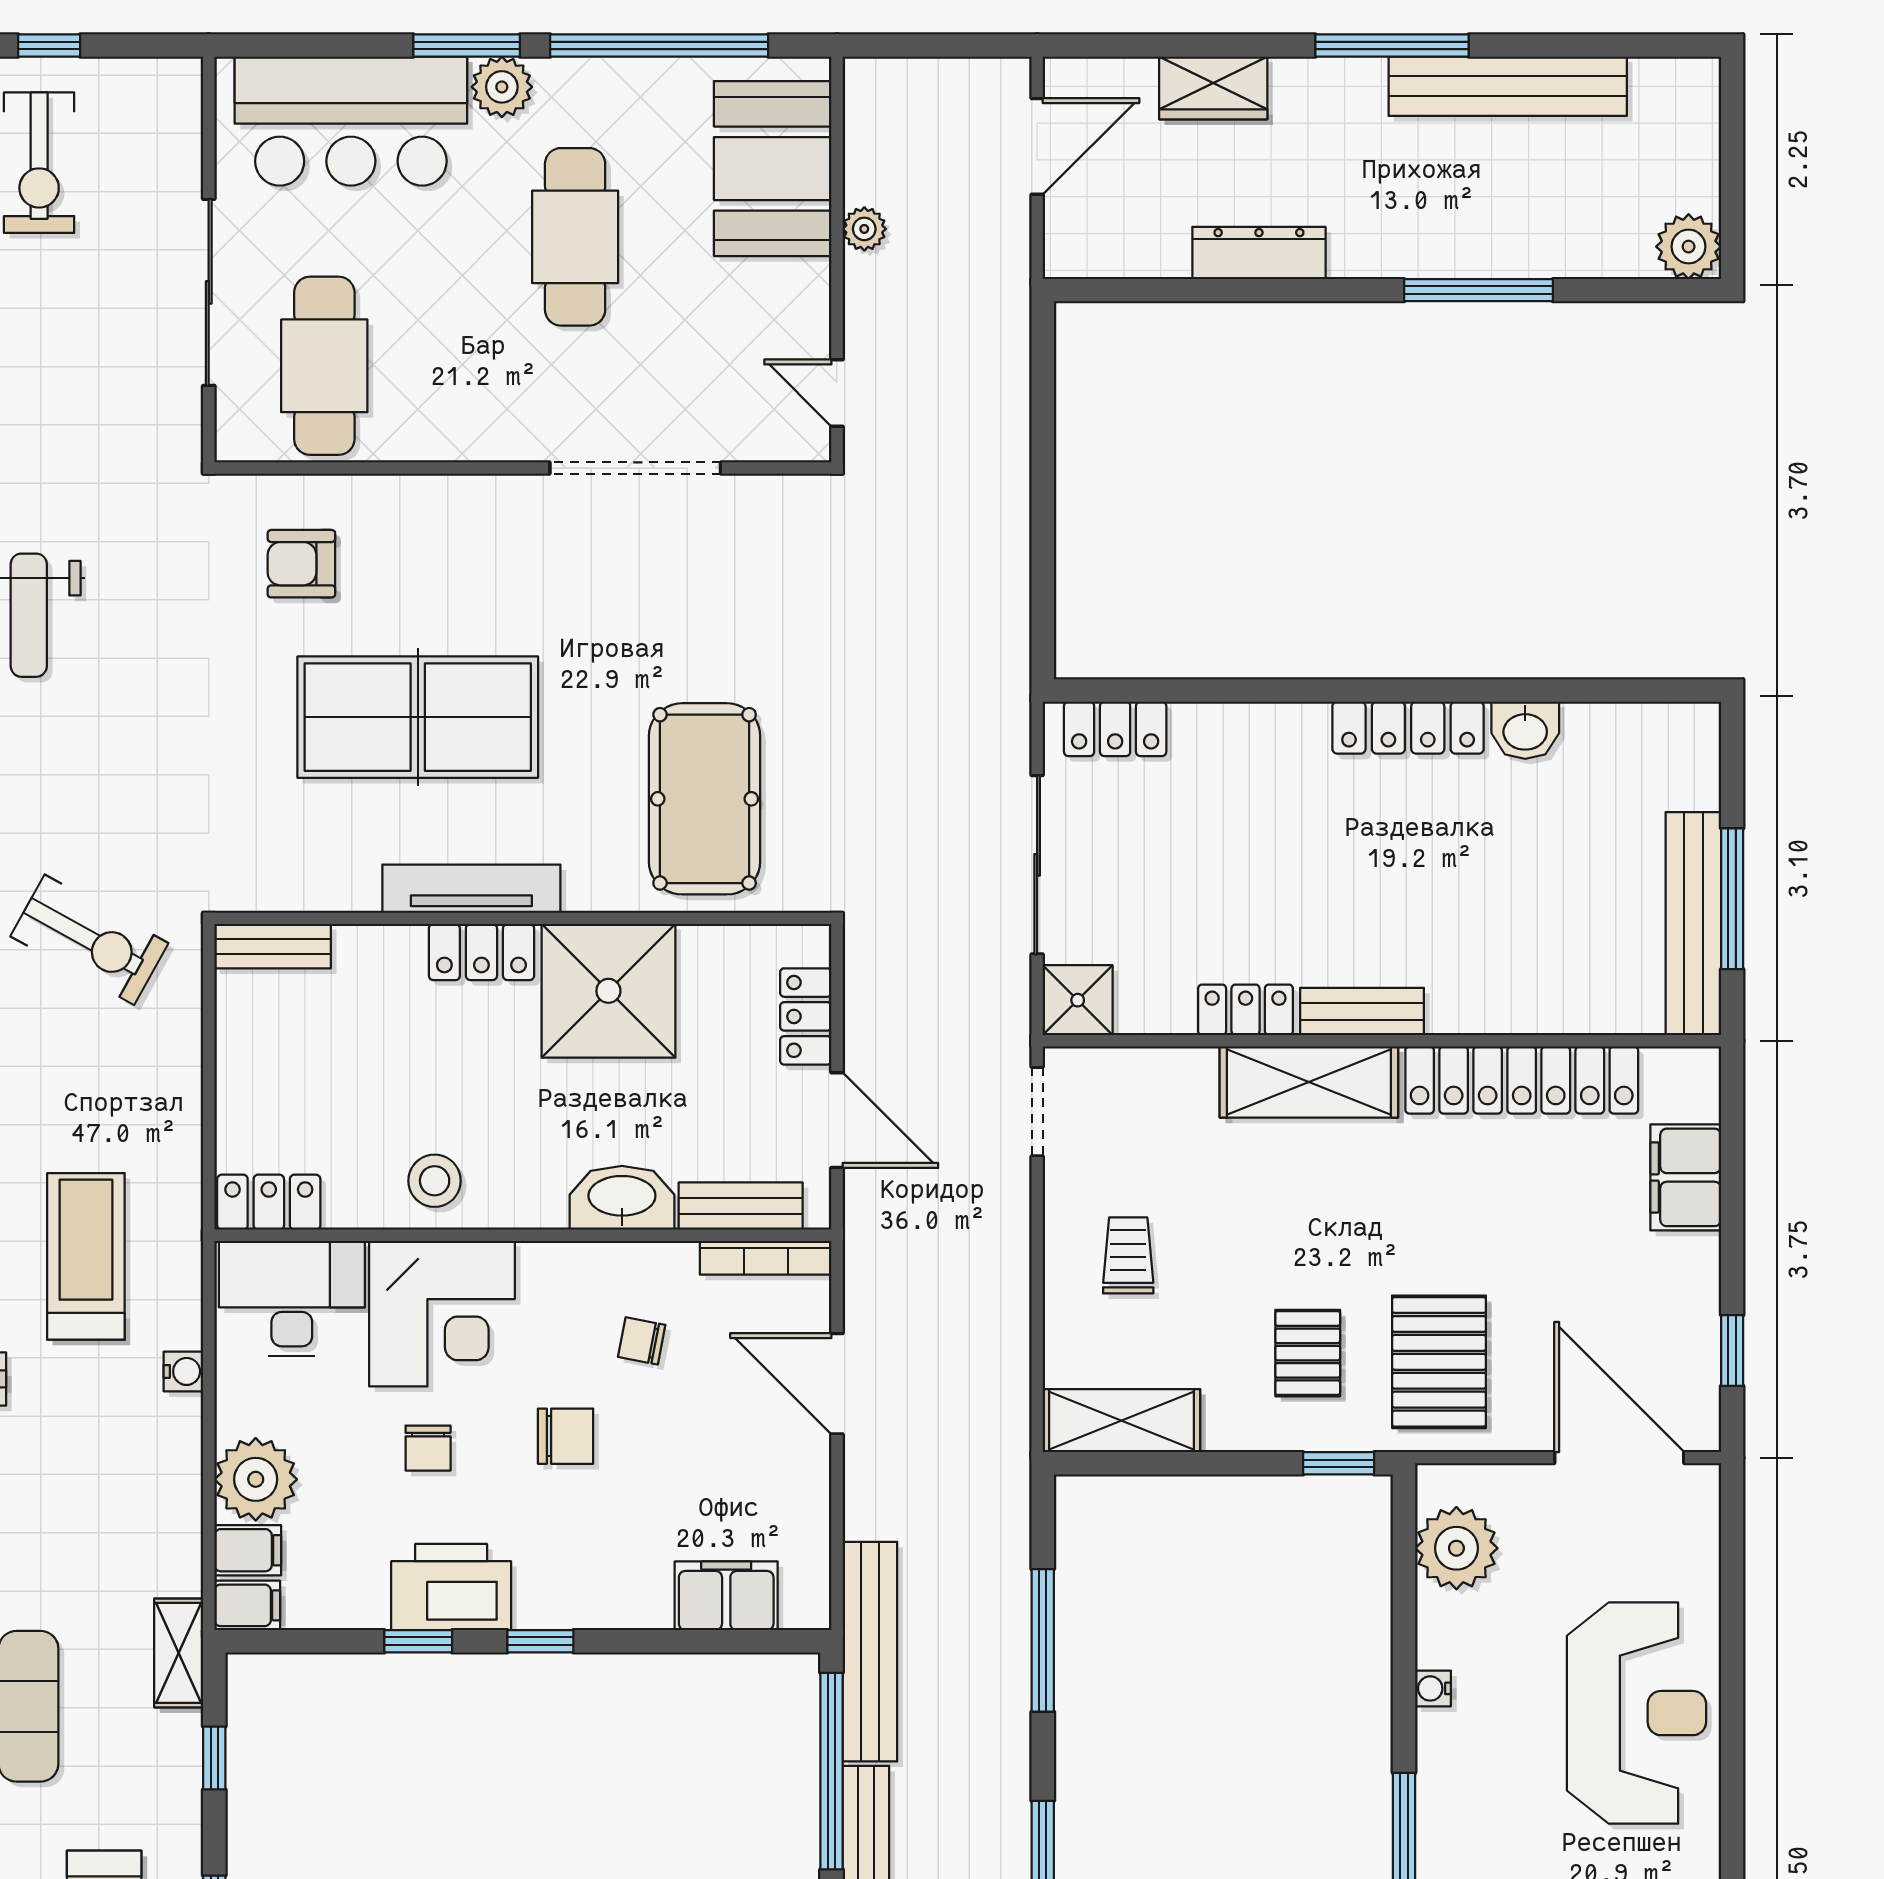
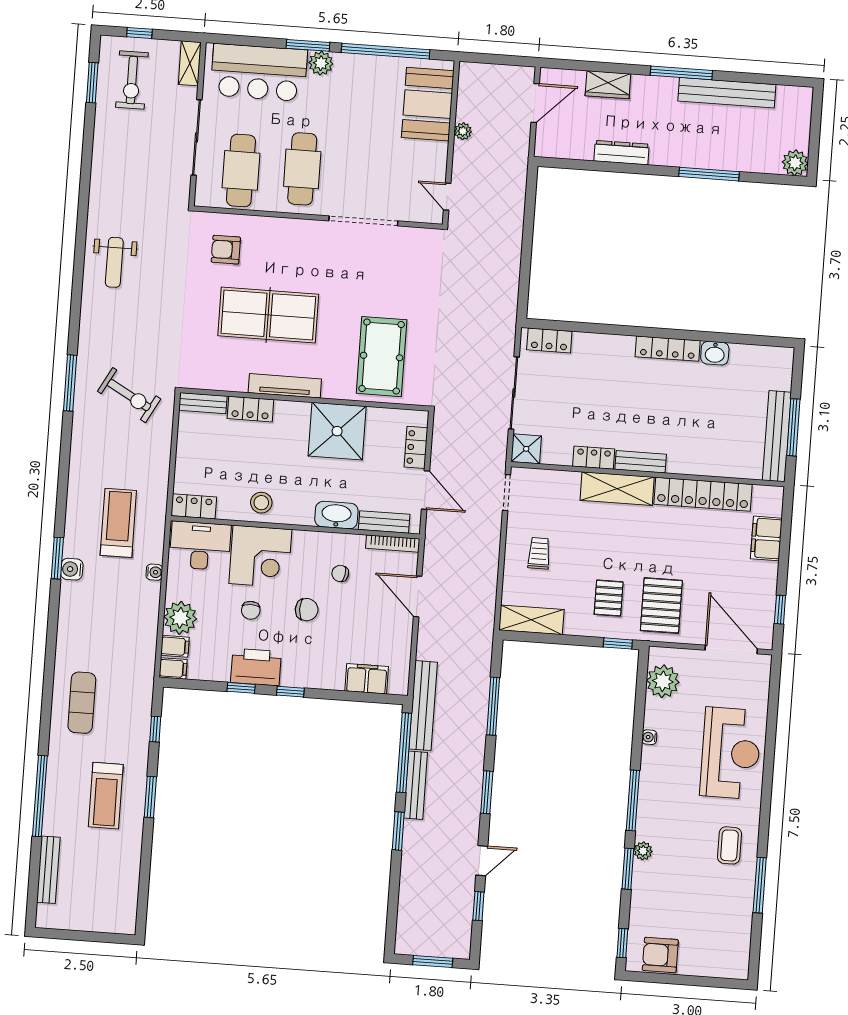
cafe table: (575, 237) -> (302, 169), moved
locker: (481, 952) -> (250, 409), moved
shelving: (179, 1653) -> (190, 63), moved

